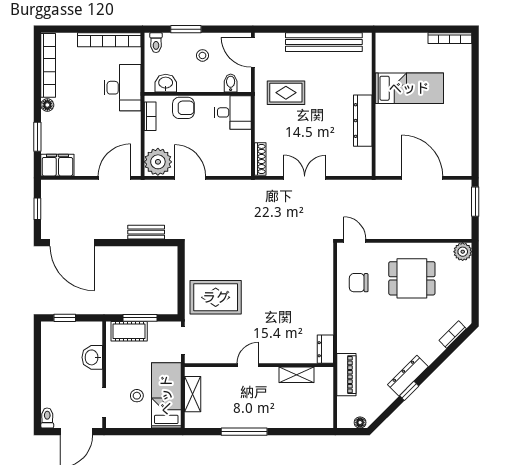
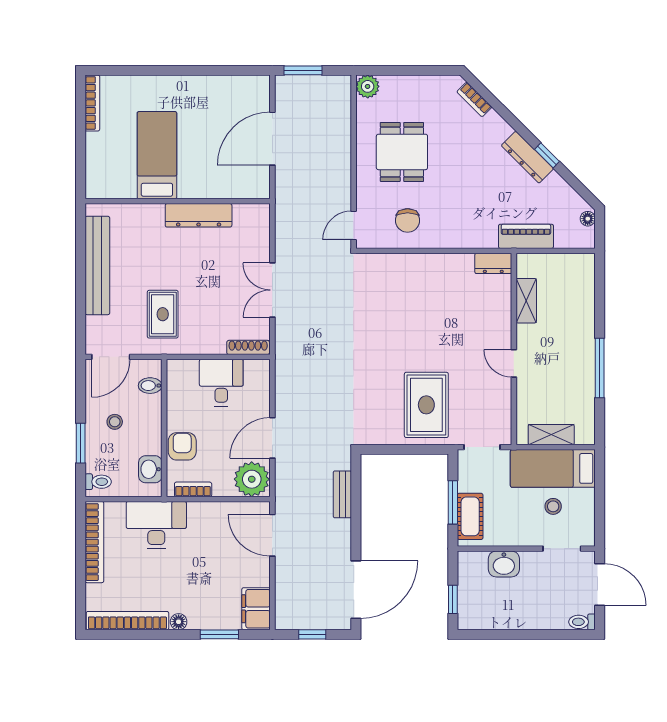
desk: (233, 112) -> (221, 383), moved

